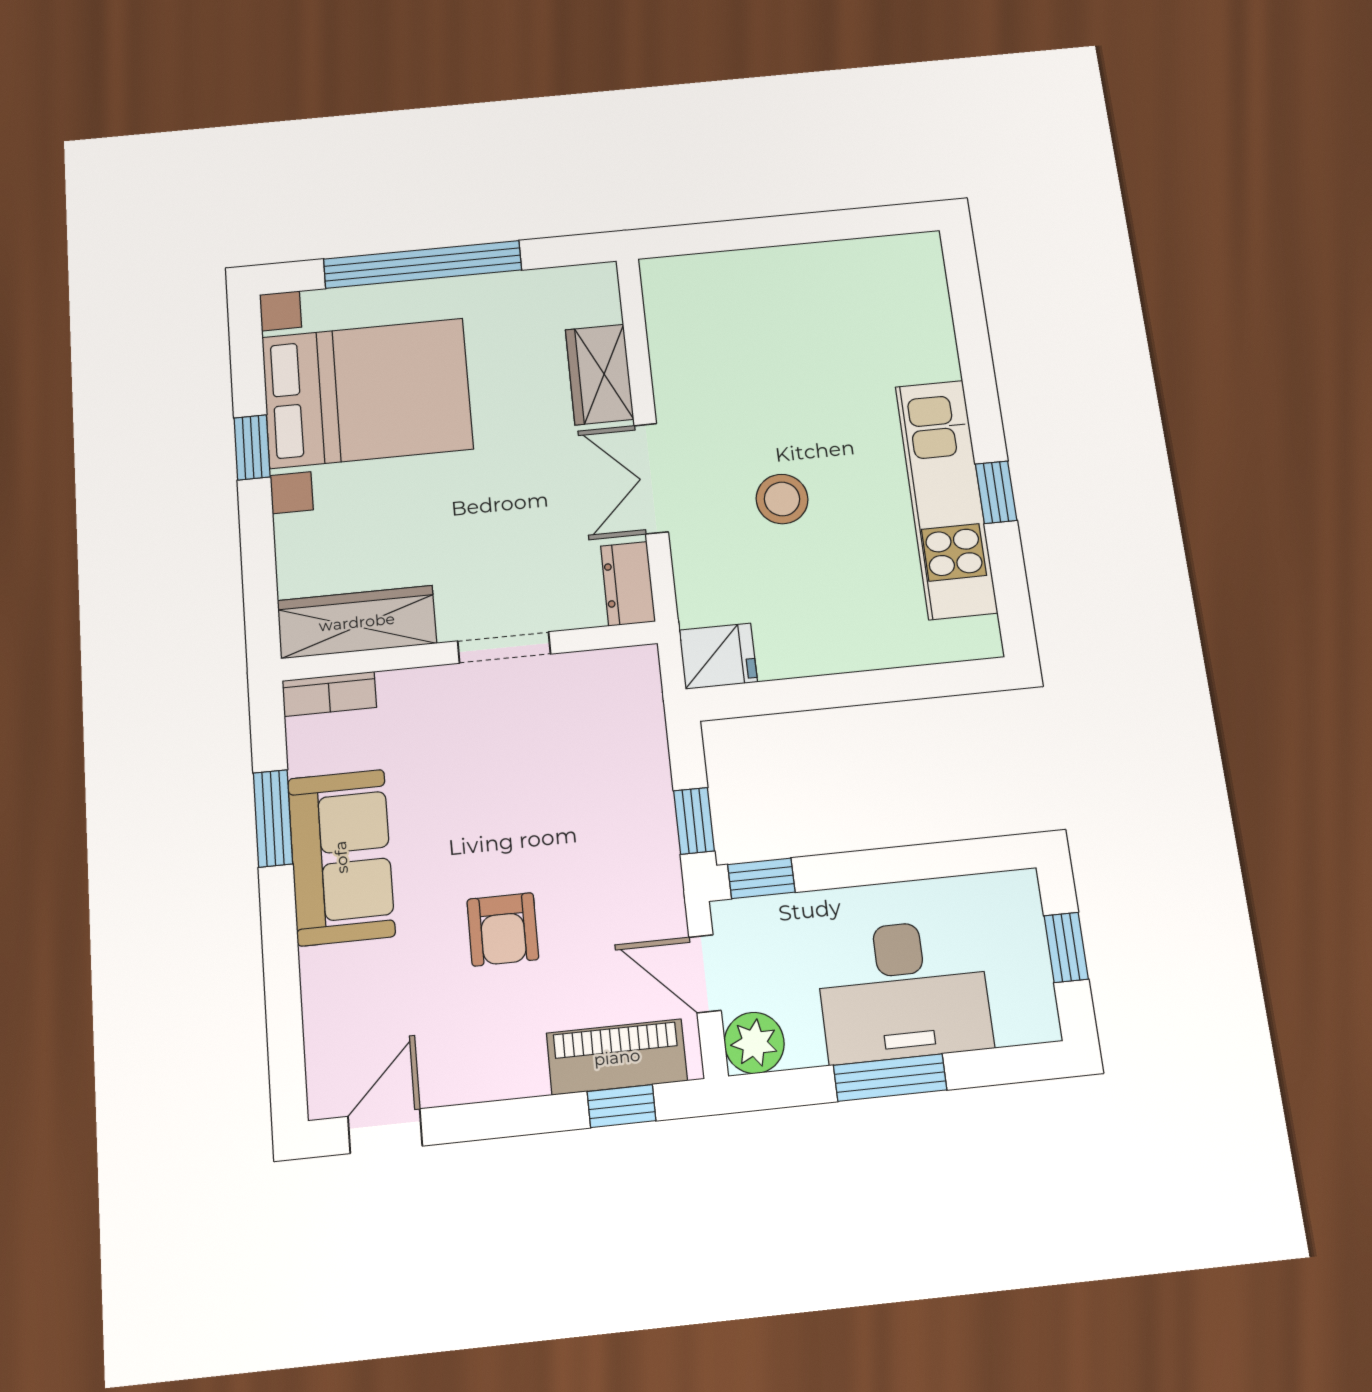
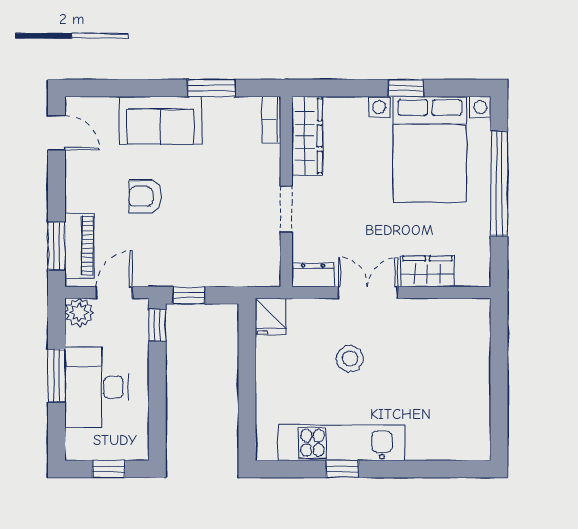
sofa: (341, 857) -> (161, 120), moved
window: (622, 1106) -> (56, 246), width x1.50

